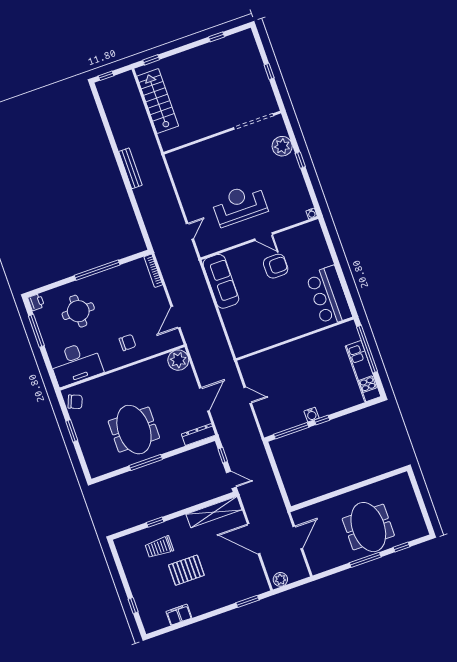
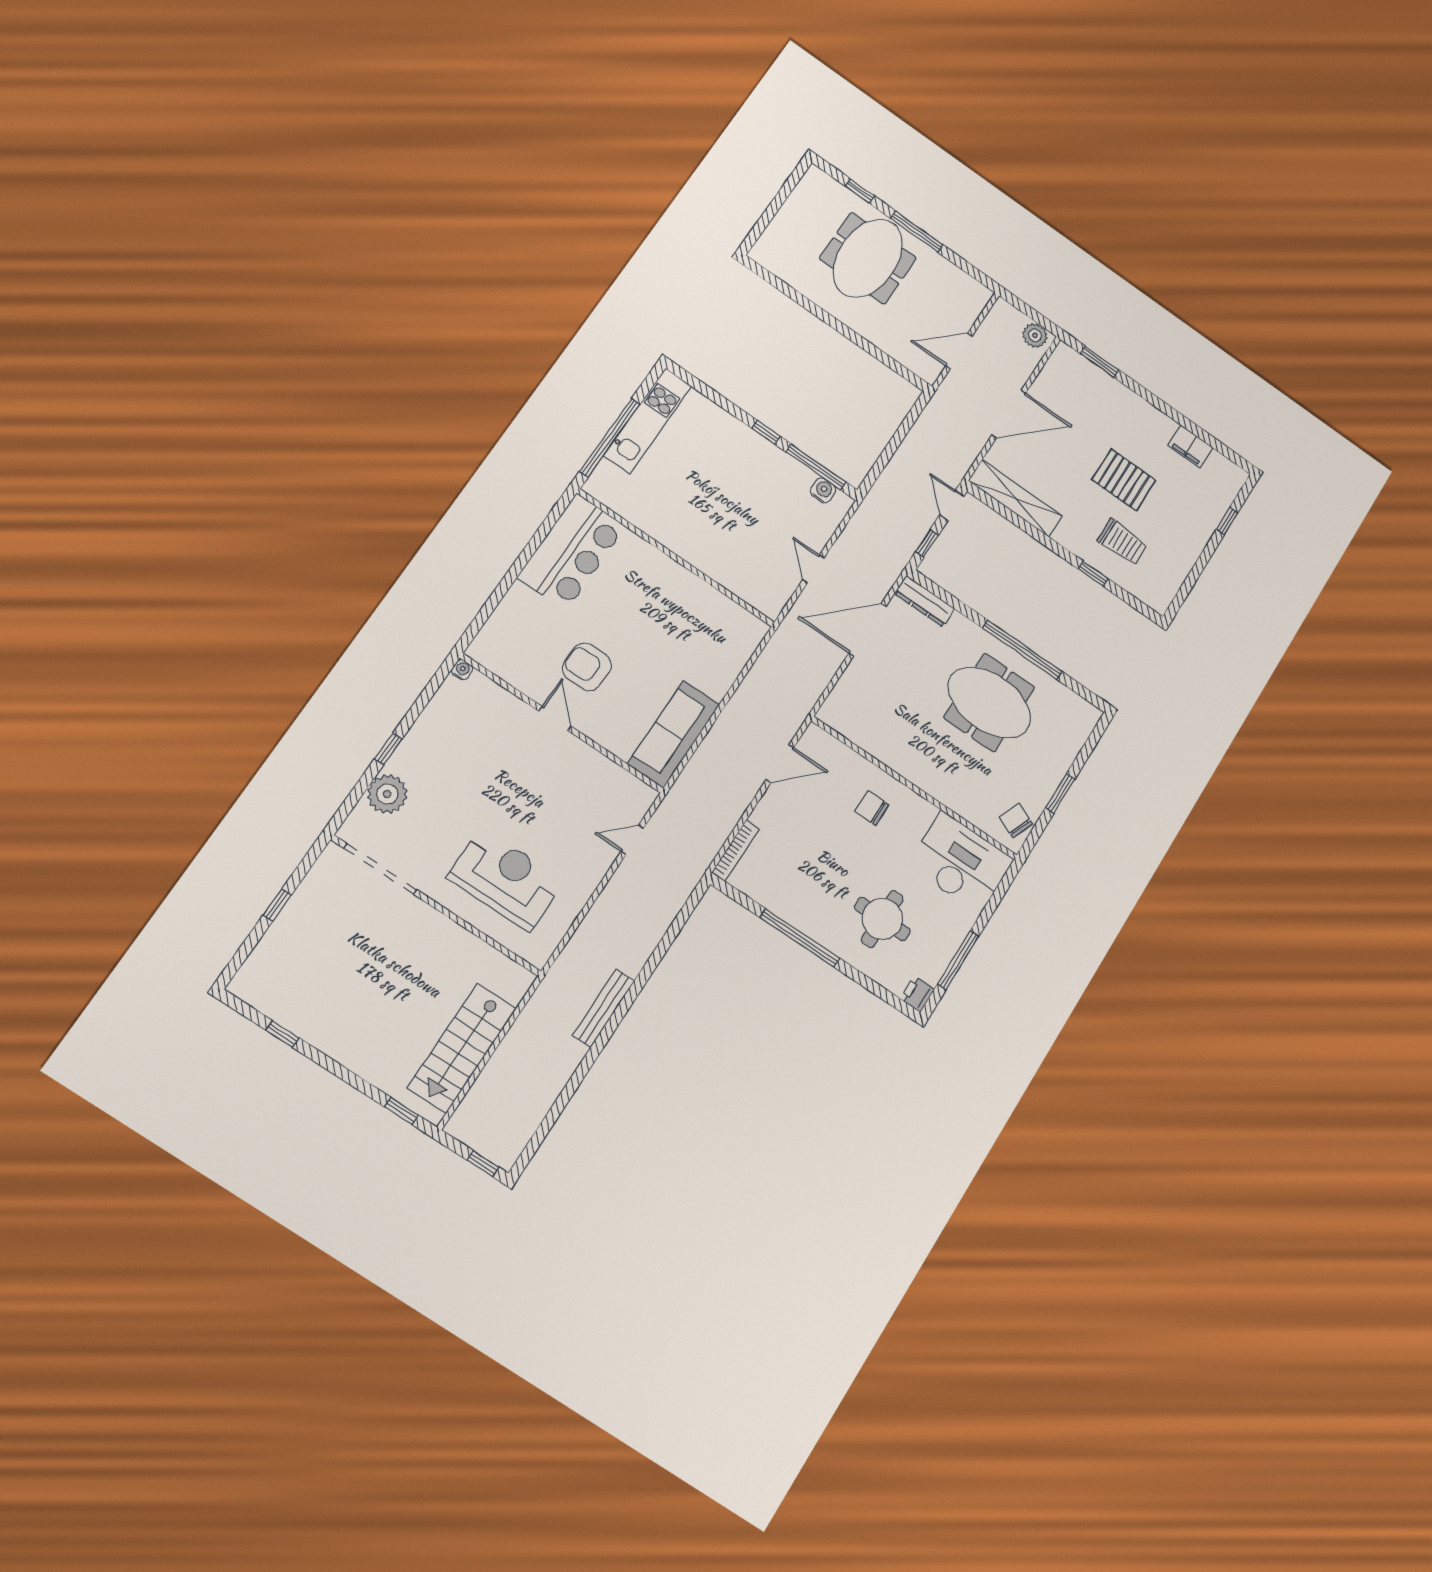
reception desk: (239, 205) -> (506, 879), moved, turned 180
plant: (178, 360) -> (840, 712), removed
door: (204, 399) -> (868, 630), width x1.36
water cooler: (311, 415) -> (823, 490), moved
meeting table: (134, 430) -> (989, 703), turned 90
window: (146, 463) -> (1022, 650), width x1.46
door: (254, 539) -> (1009, 414), hinge flipped

